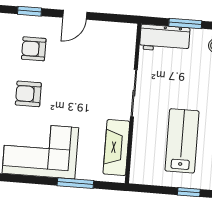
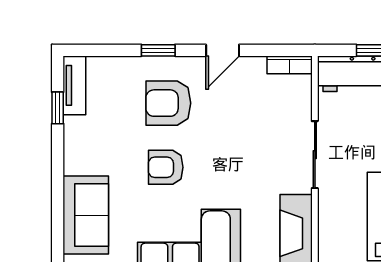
bookcase: (121, 29) -> (290, 65), added
armchair: (34, 49) -> (168, 103), width x1.38, depth x1.38

